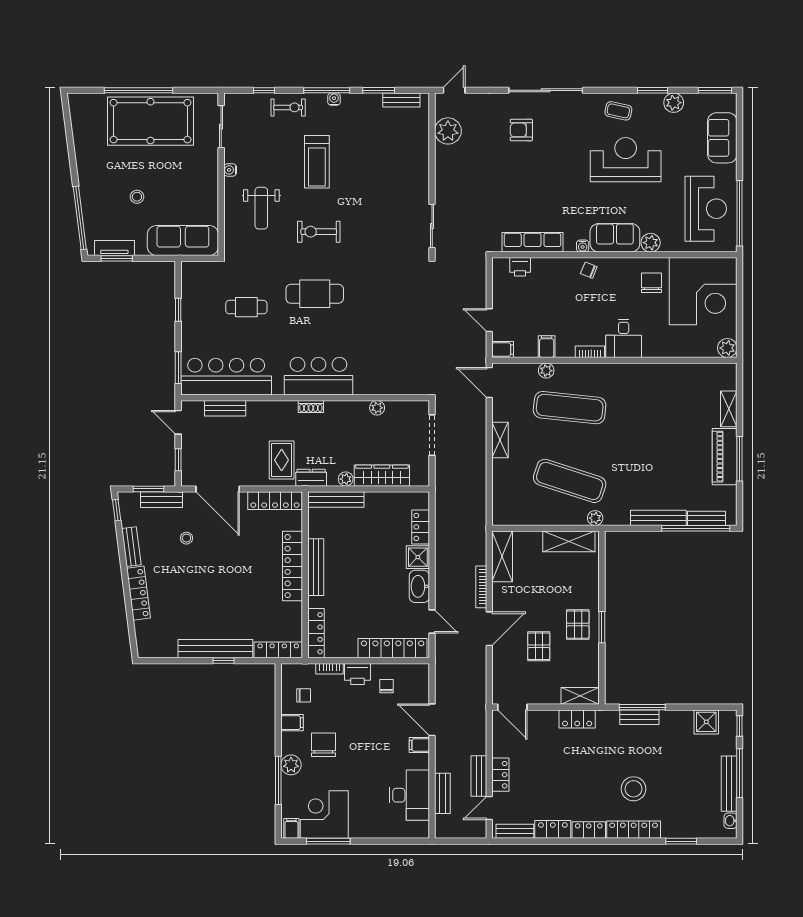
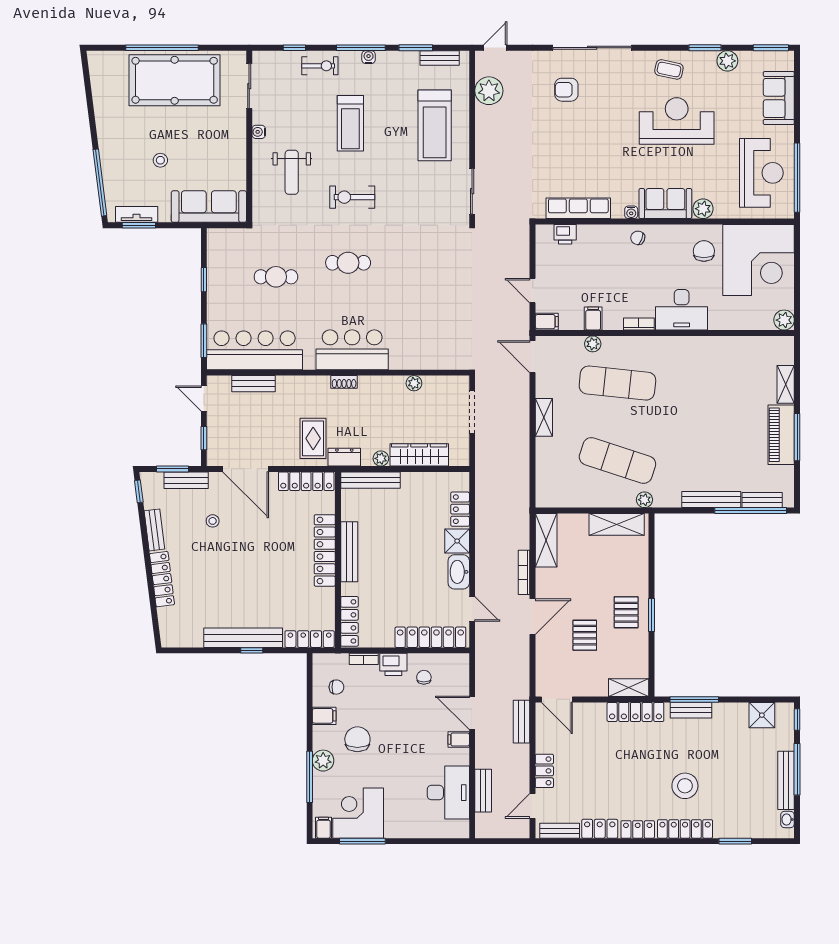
treadmill: (397, 164) -> (435, 125), added
cafe table: (315, 294) -> (348, 263), width x0.73, depth x0.74
desk: (624, 338) -> (682, 310), width x1.37
locker: (577, 719) -> (635, 712), width x1.53
bench: (479, 776) -> (522, 722), moved

